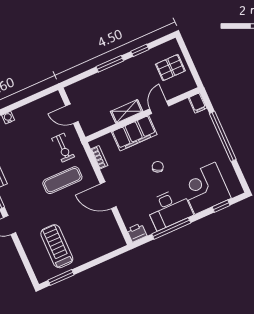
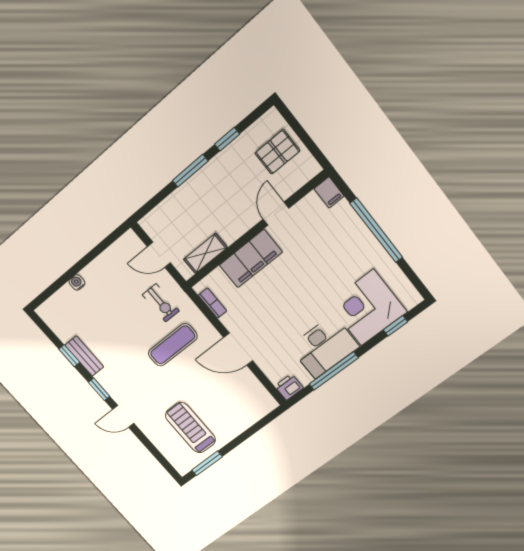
shelving: (127, 111) -> (205, 253), moved
chair: (158, 167) -> (295, 295), removed

